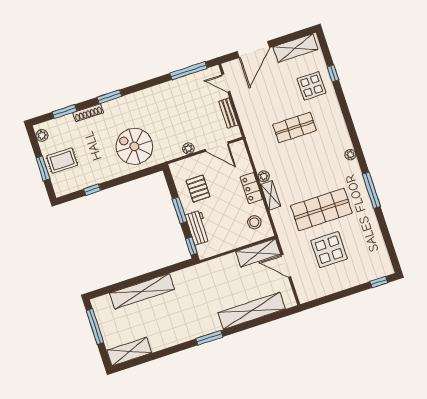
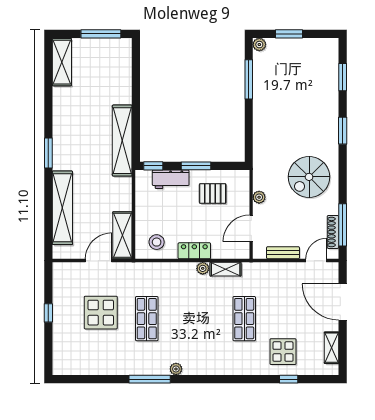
shelving: (295, 48) -> (331, 348), width x0.67, depth x0.75
shoe rack: (88, 113) -> (333, 232), moved
plant: (42, 135) -> (259, 45), moved
spiral stairs: (134, 146) -> (309, 177), moved, turned 180
plant: (350, 155) -> (176, 369), moved
rug: (62, 161) -> (291, 57), removed
window: (92, 190) -> (249, 79), width x2.17
shelving: (271, 195) -> (226, 269), moved
shop shelf: (321, 209) -> (147, 319), width x0.70, depth x0.74
window: (379, 282) -> (48, 313), moved
shelving: (142, 291) -> (122, 141), moved

